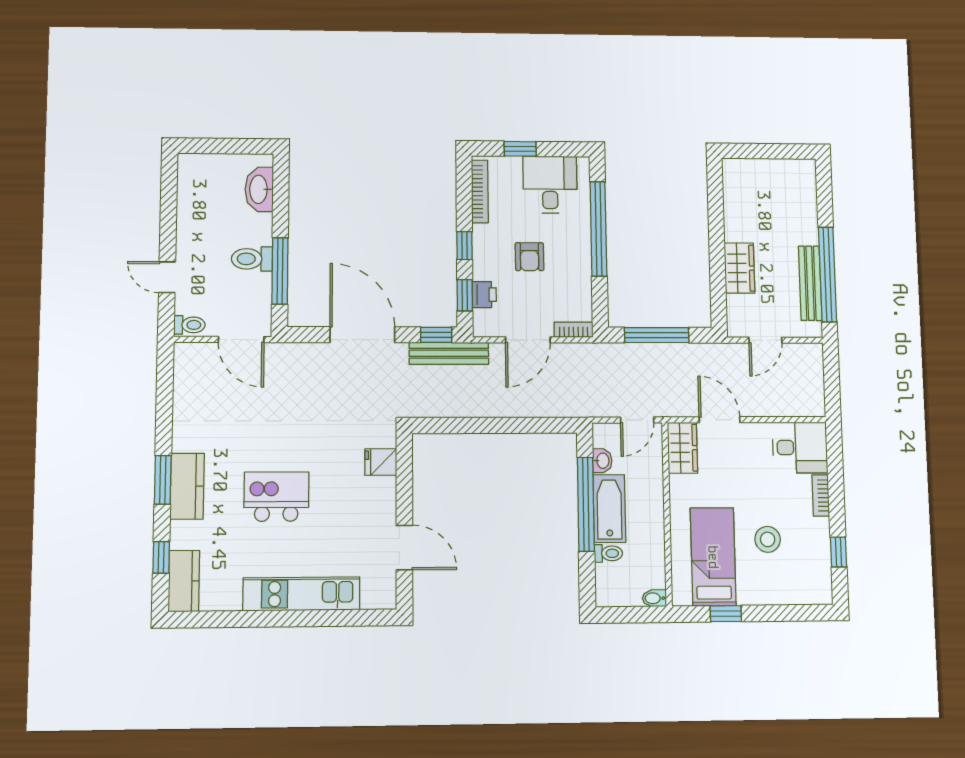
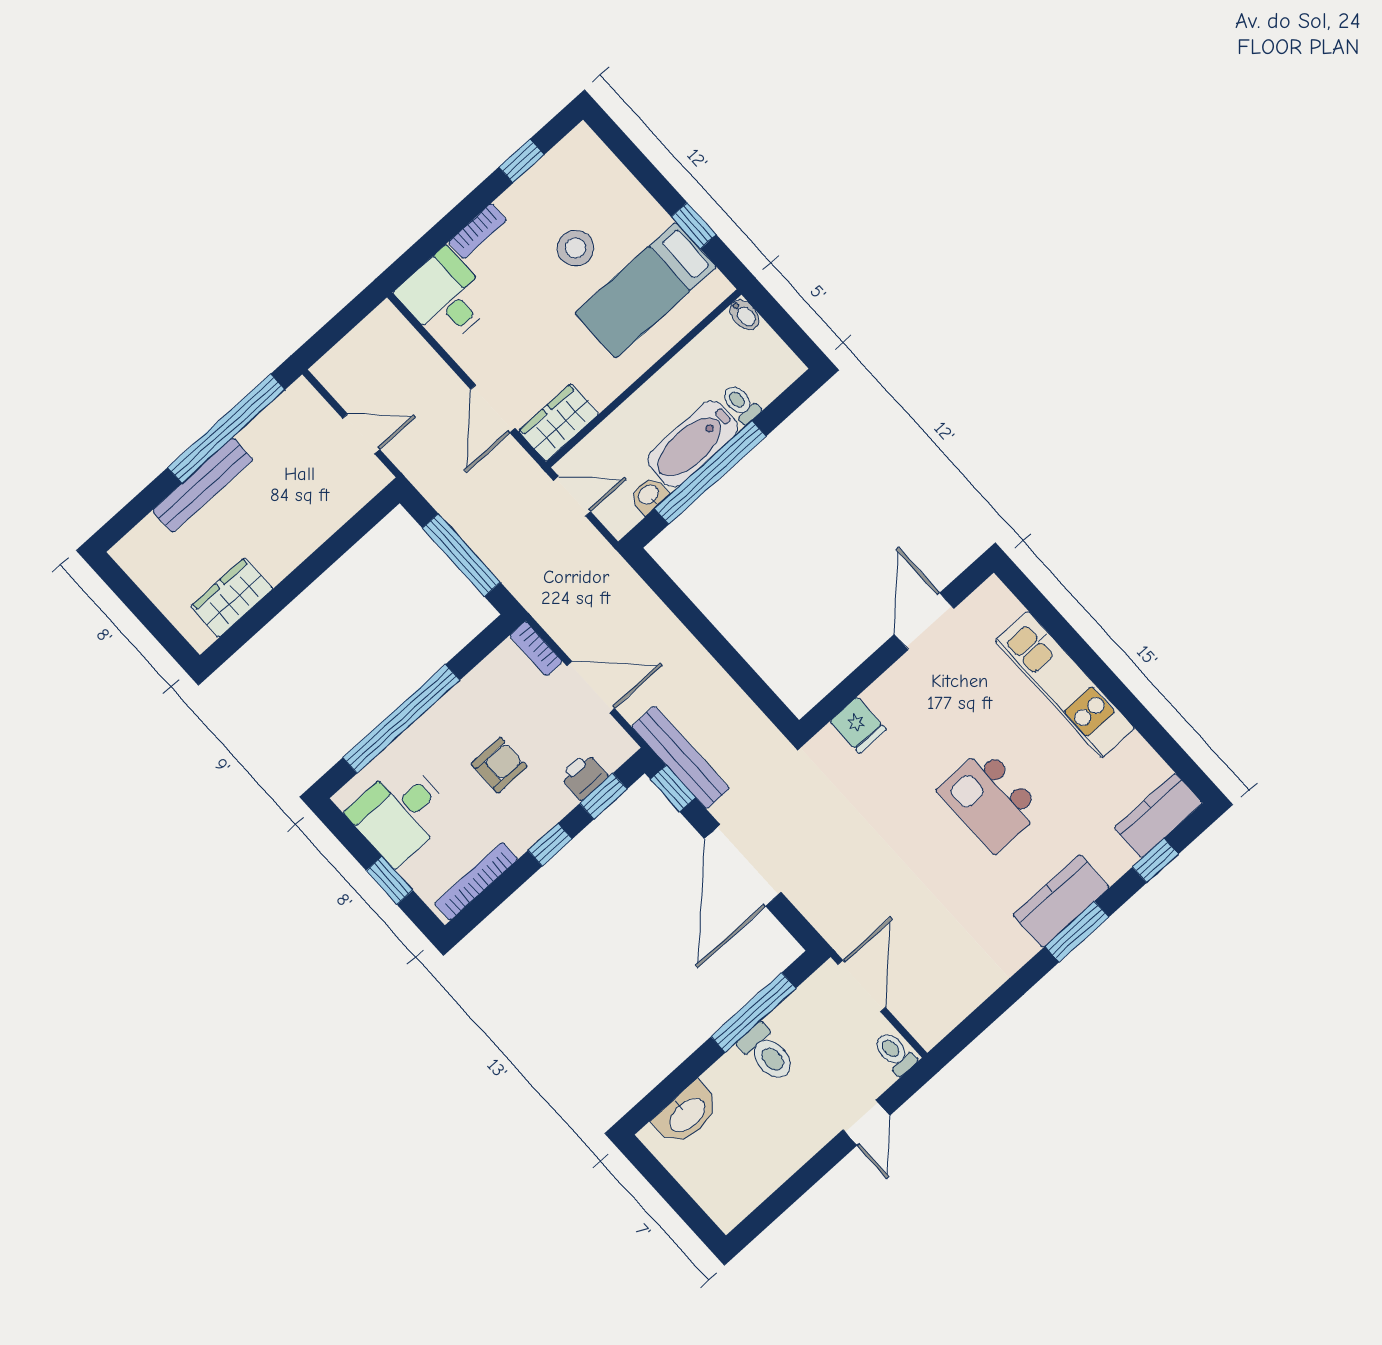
wardrobe: (739, 268) -> (232, 597), moved
bench: (810, 283) -> (203, 485), moved

